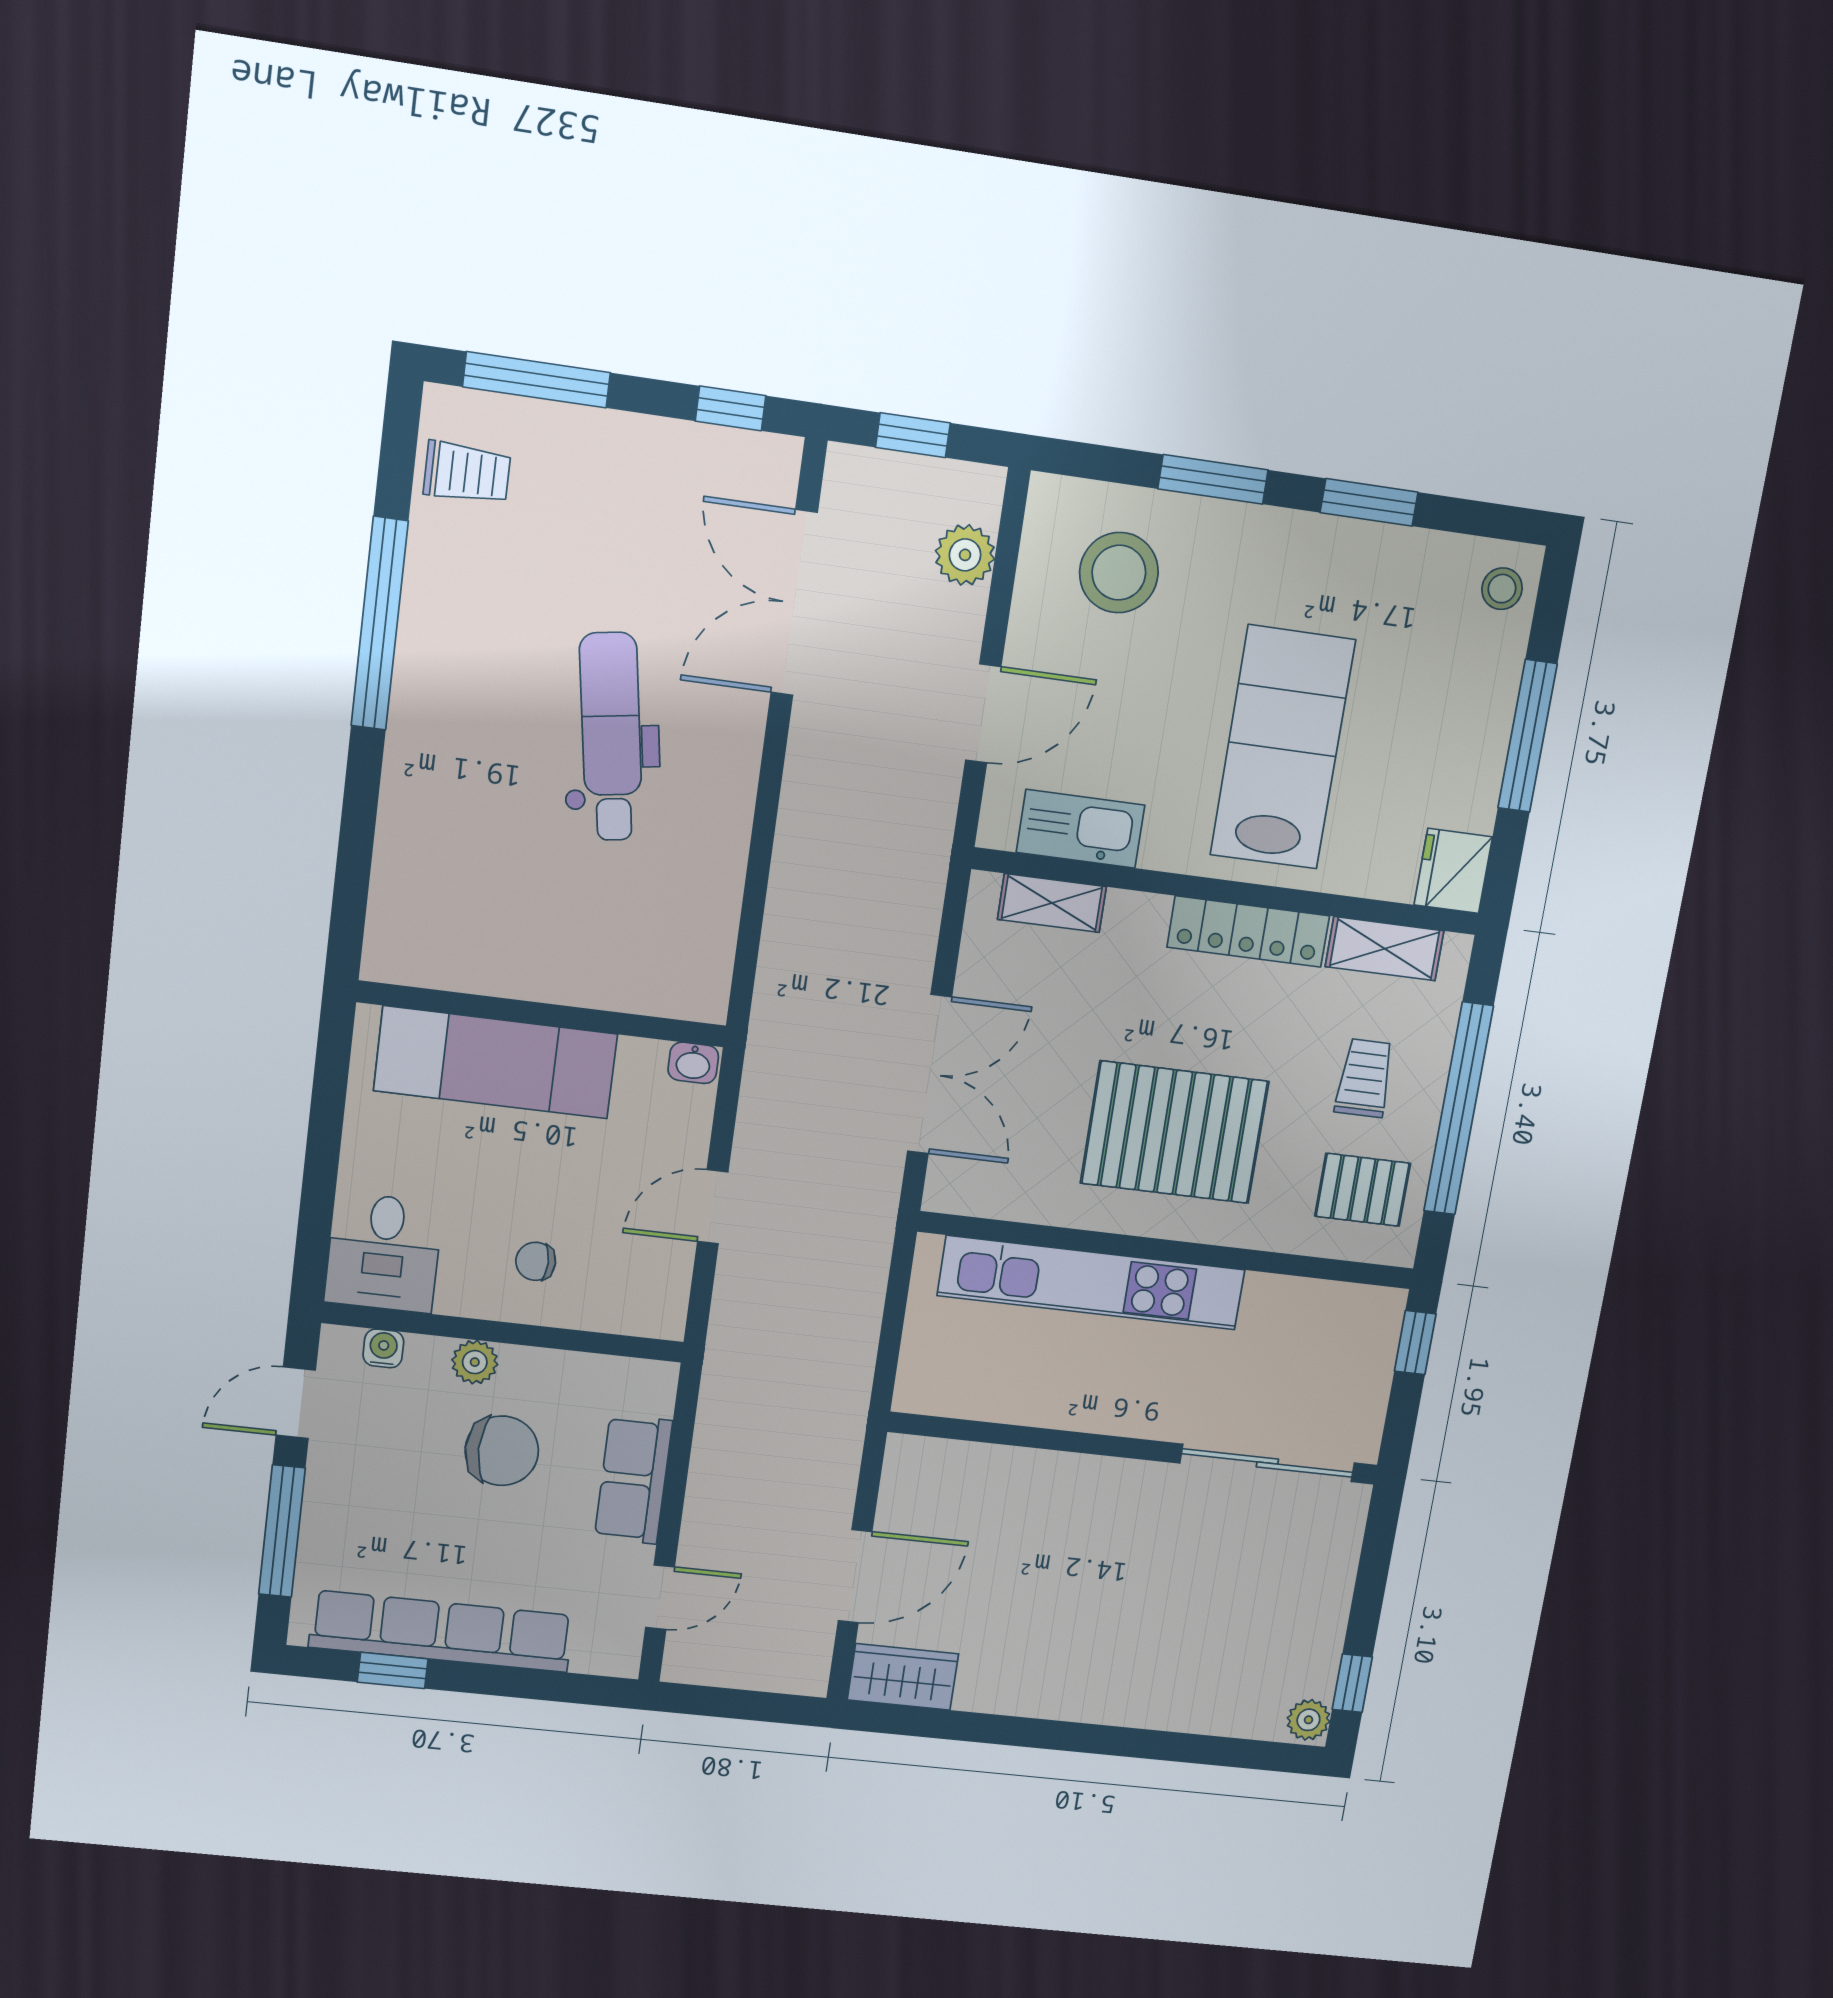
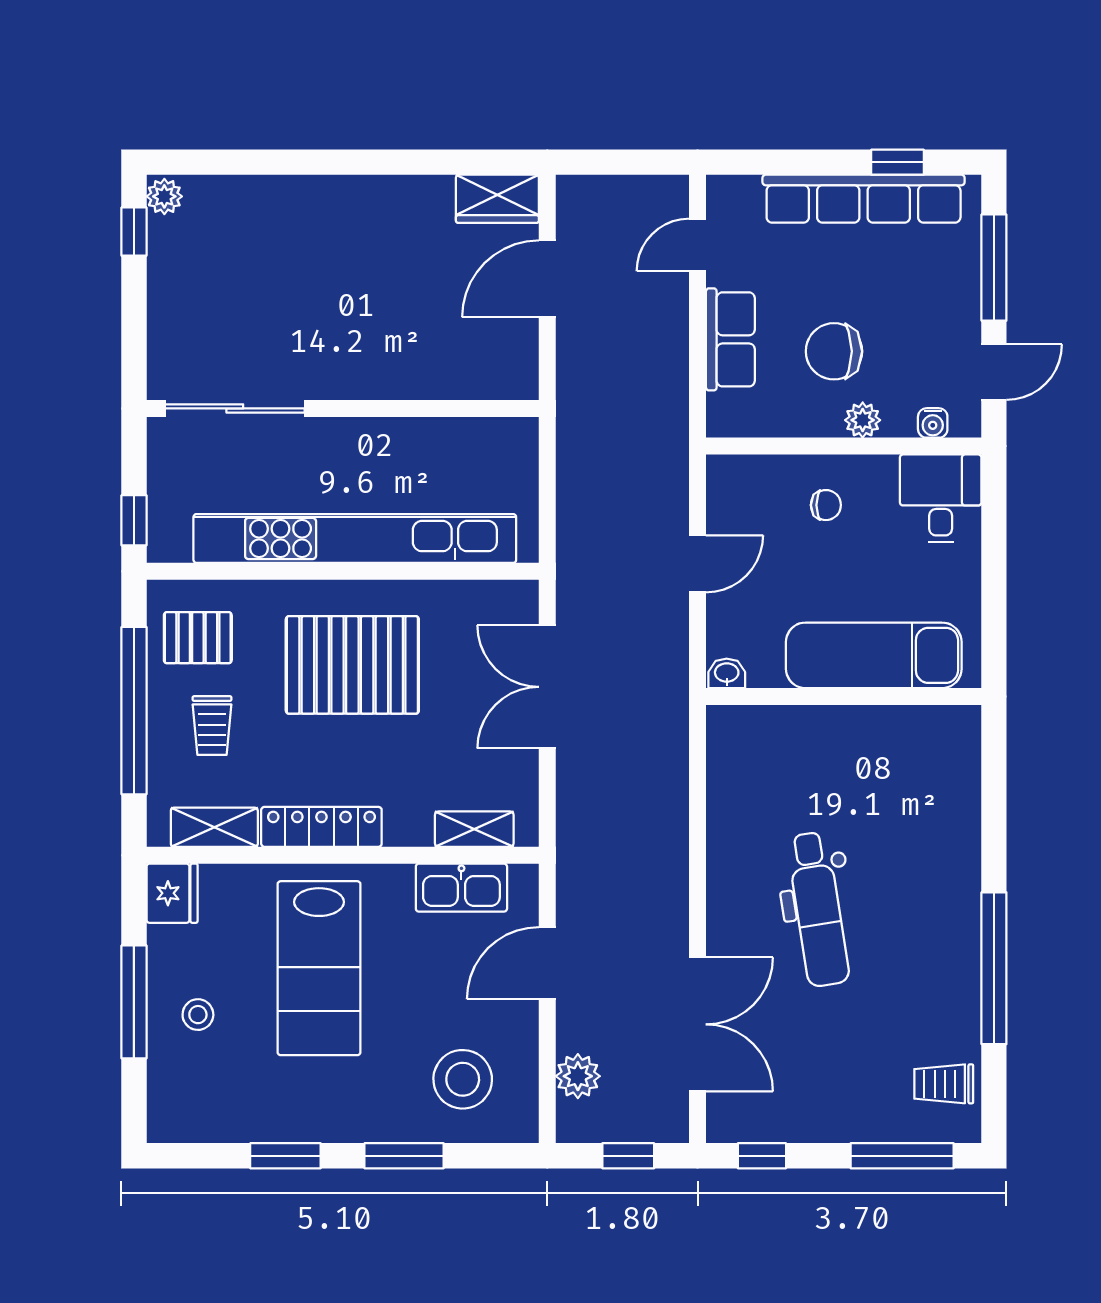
stool: (1502, 589) -> (198, 1015), moved
kitchen unit: (1091, 1283) -> (355, 538), width x1.36

